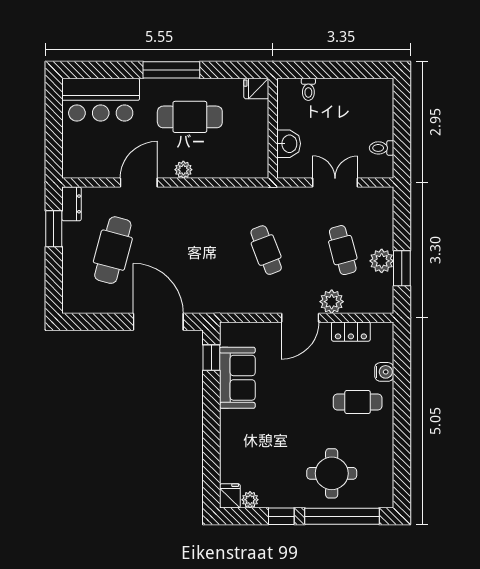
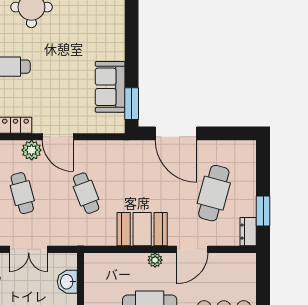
booth: (199, 207) -> (142, 229), added
door: (300, 318) -> (58, 137), swing flipped
window: (211, 358) -> (132, 104), width x1.50

